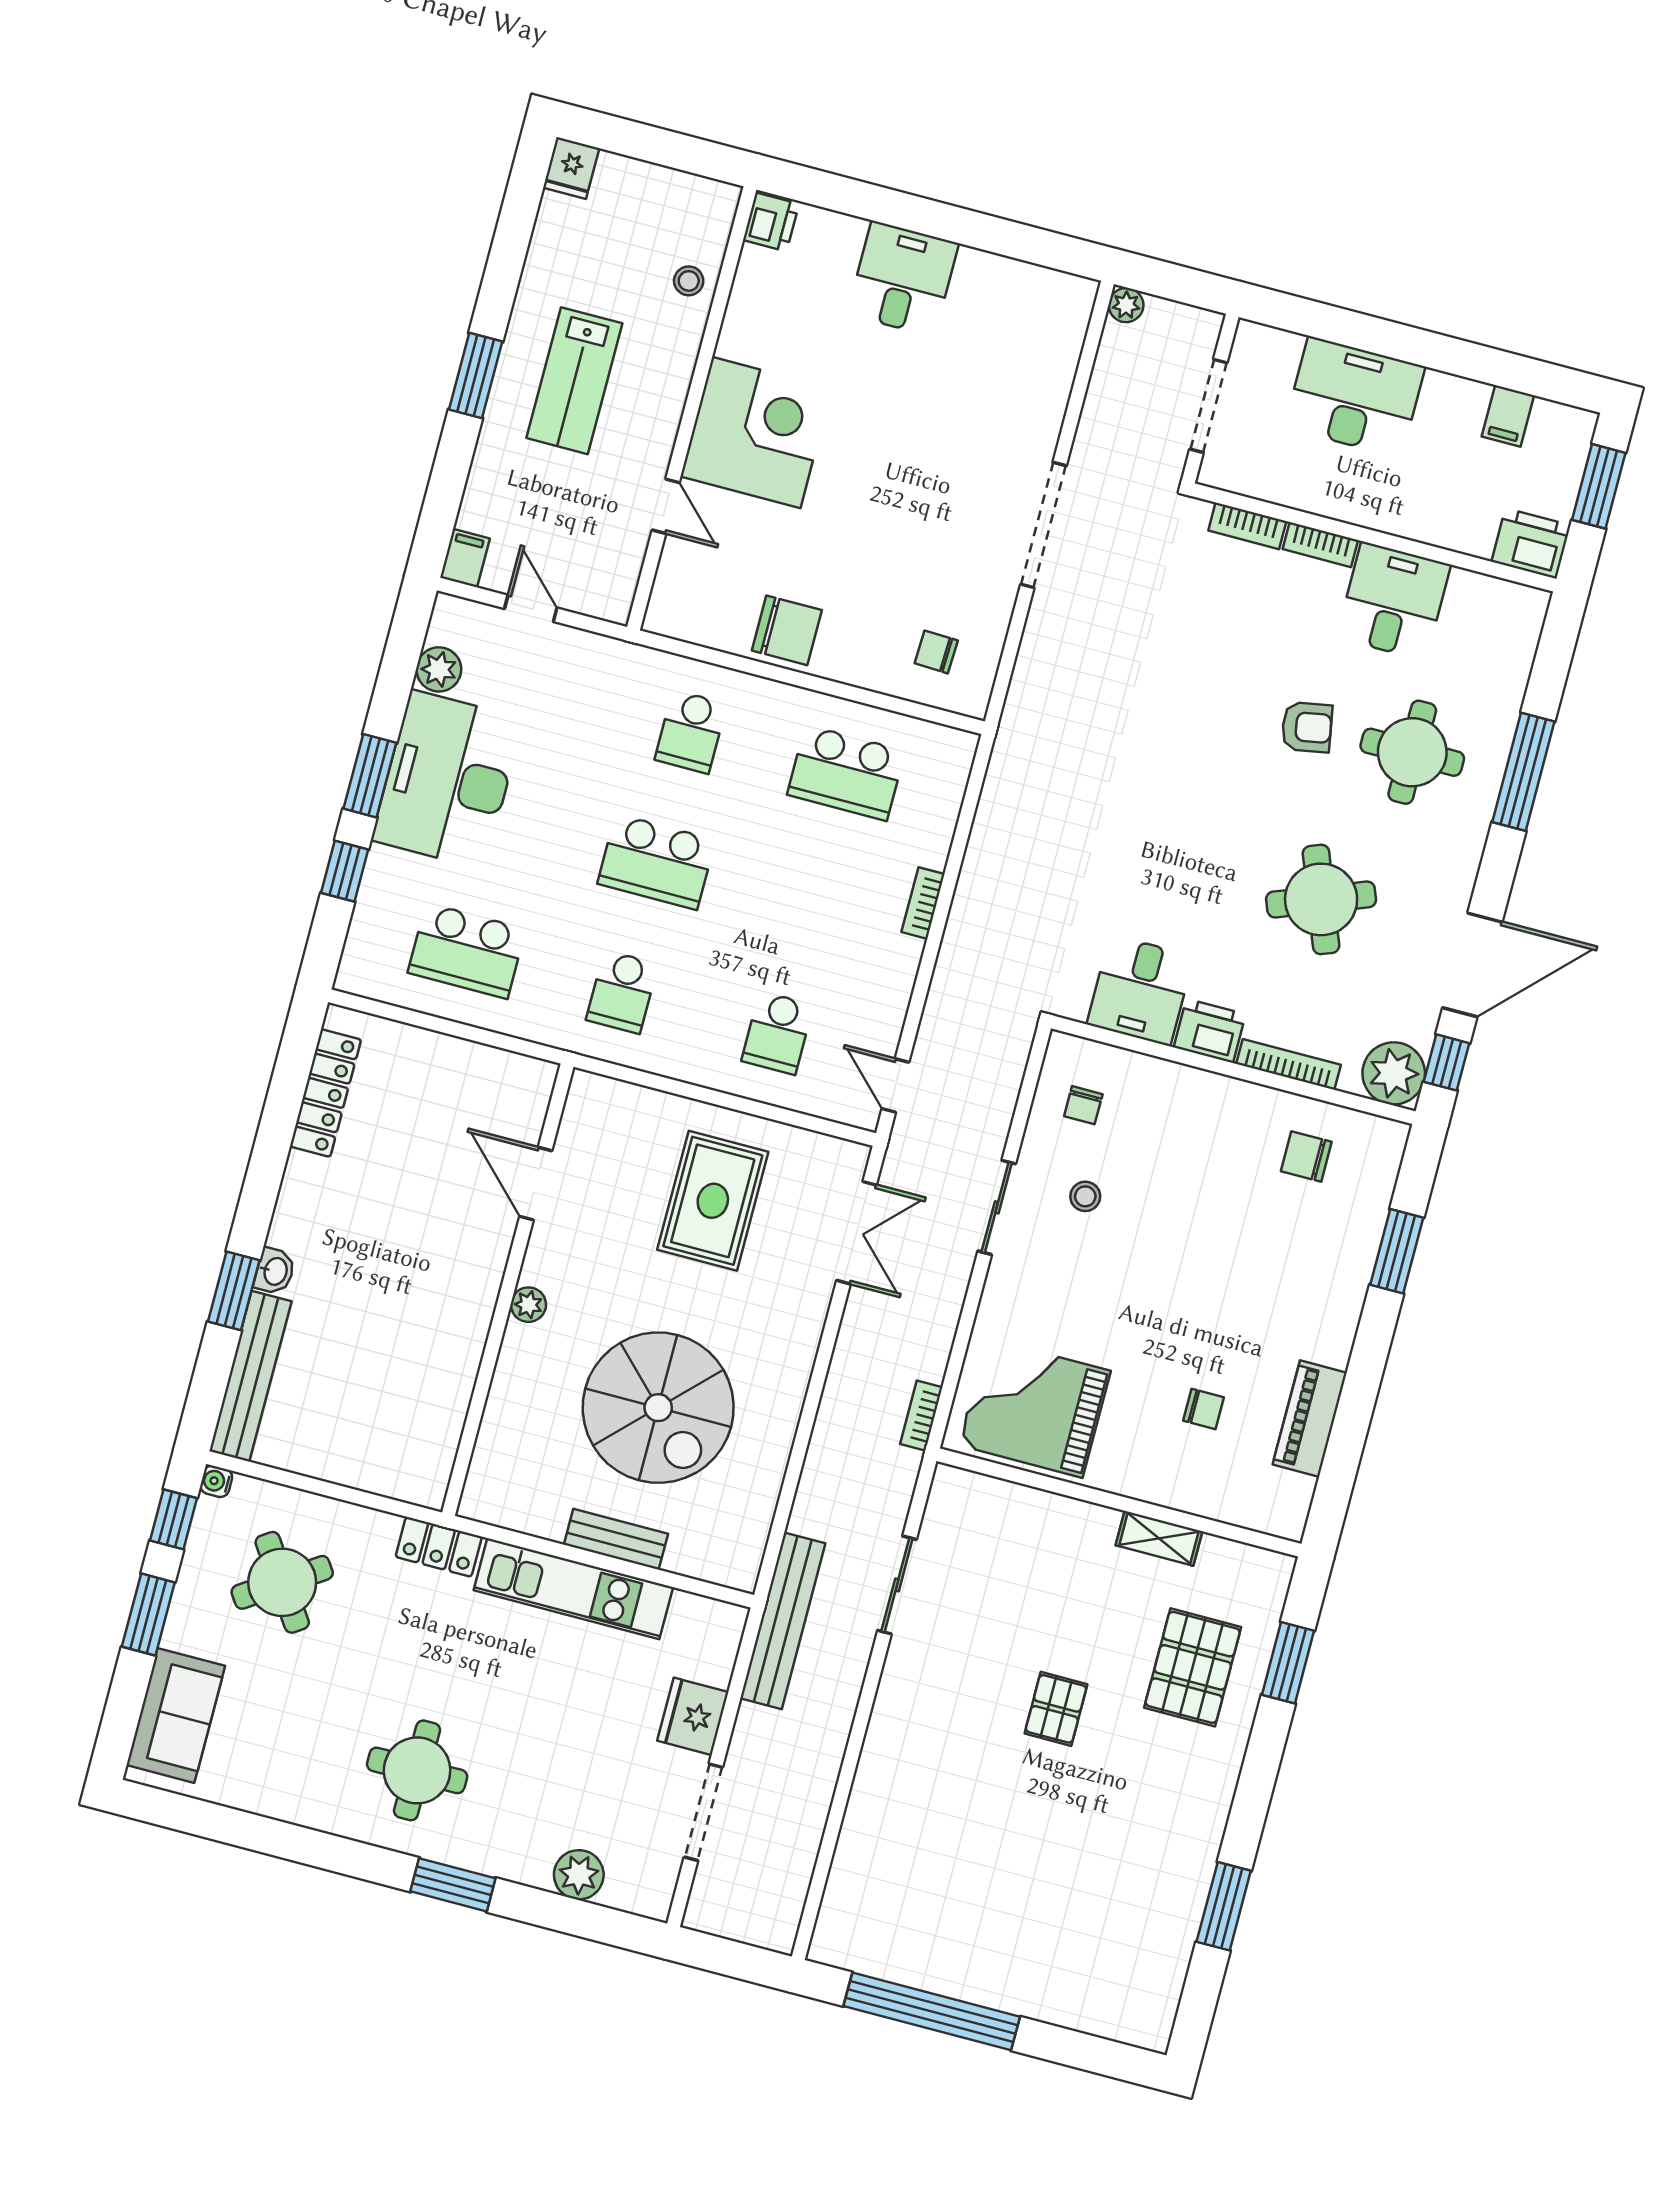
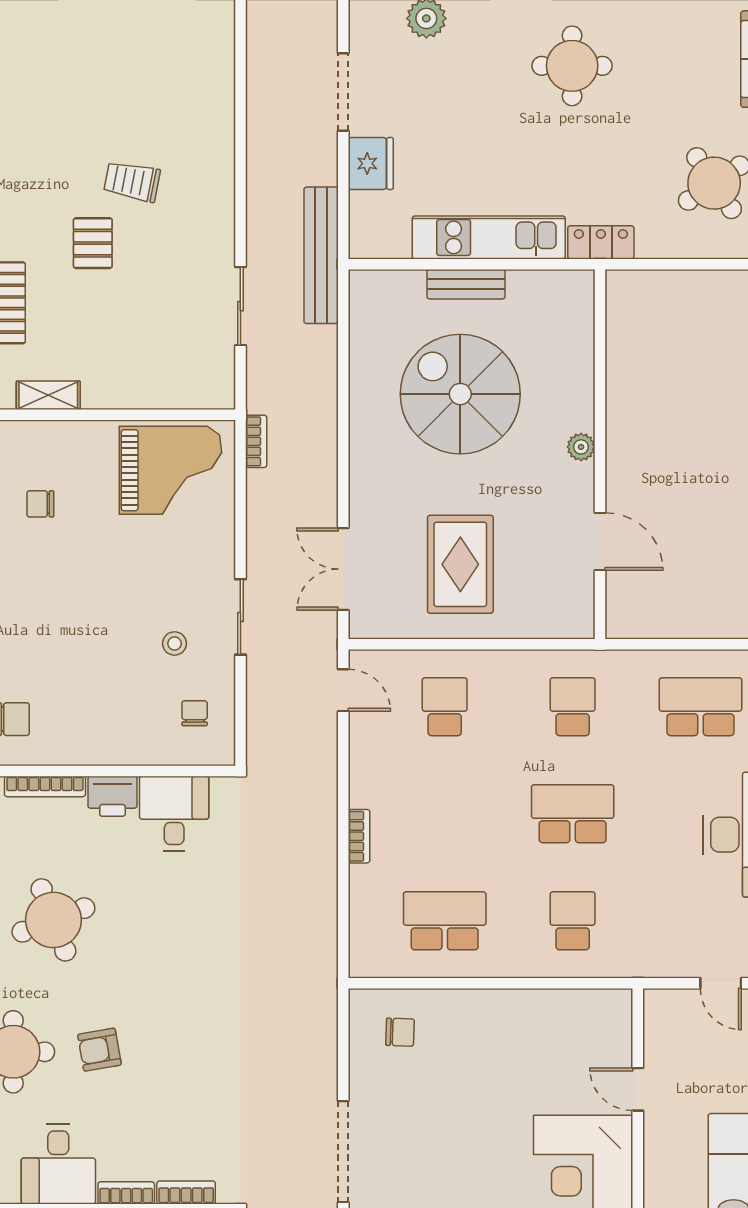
chair: (787, 630) -> (519, 1018), removed
trolley: (989, 1771) -> (132, 181), added

